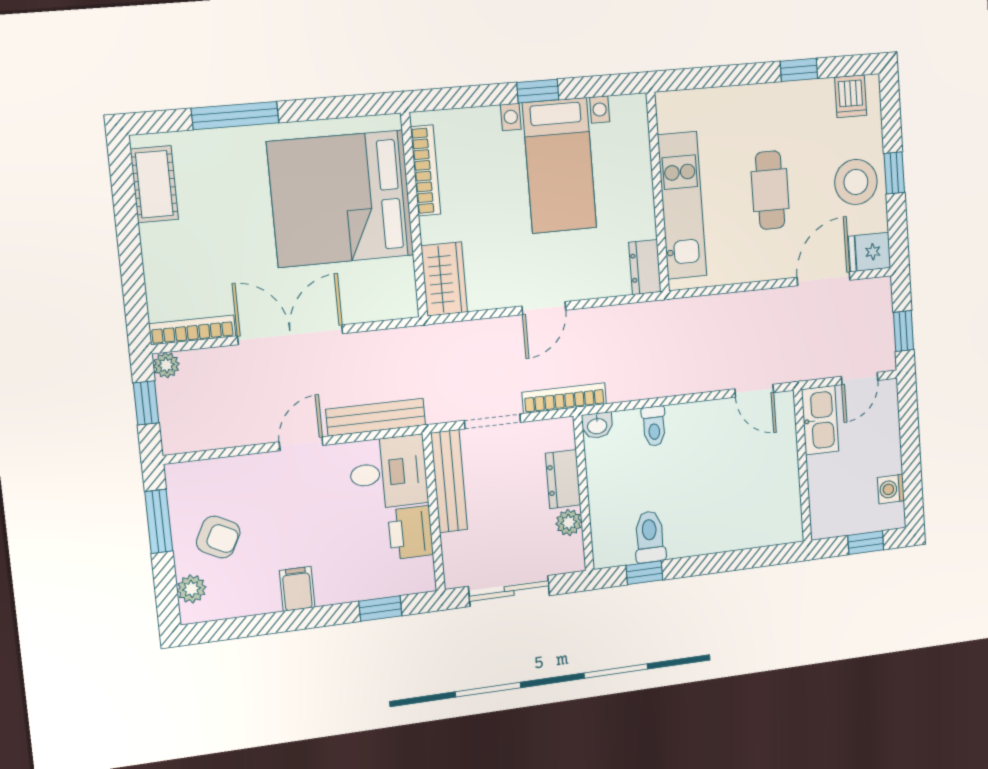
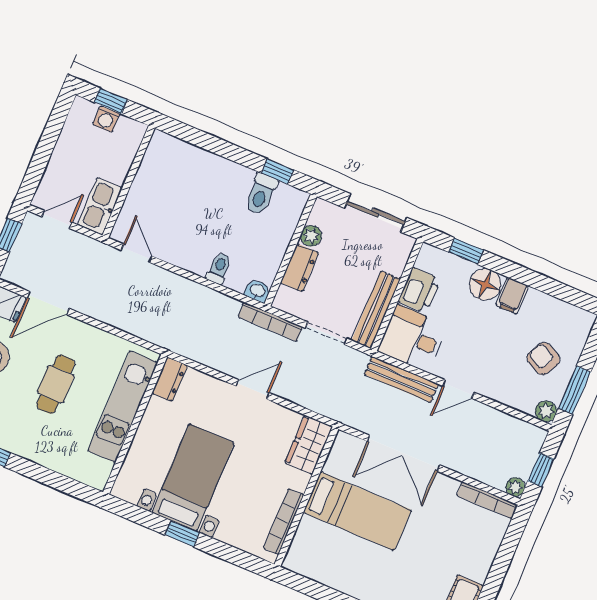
bed: (341, 199) -> (357, 511), width x0.49
double door: (290, 335) -> (403, 453), moved
washing machine: (891, 489) -> (106, 119), moved, turned 90
floor lamp: (337, 583) -> (485, 284), added
plant: (191, 589) -> (546, 411), moved

